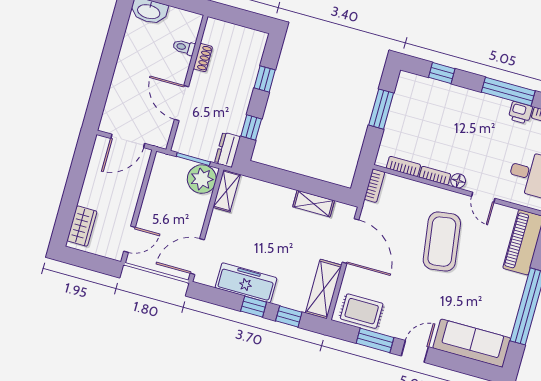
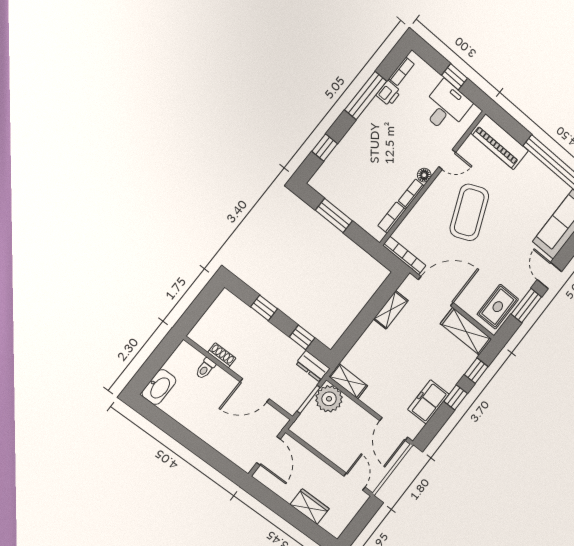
bookcase: (375, 186) -> (404, 255), width x1.56
wardrobe: (82, 226) -> (310, 507), moved
coffee table: (442, 242) -> (469, 212), turned 75
freezer: (246, 283) -> (428, 402), width x0.71

